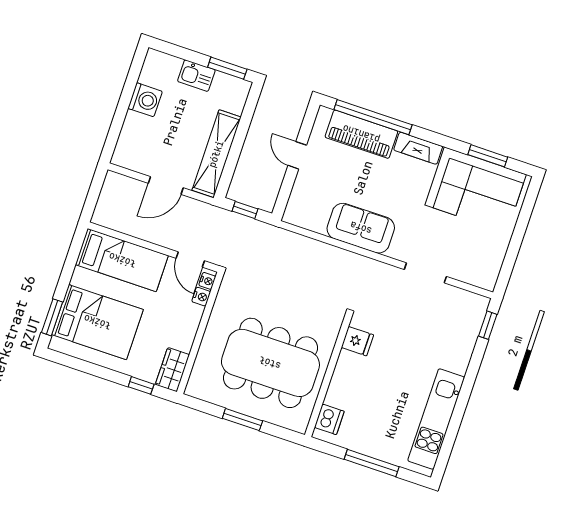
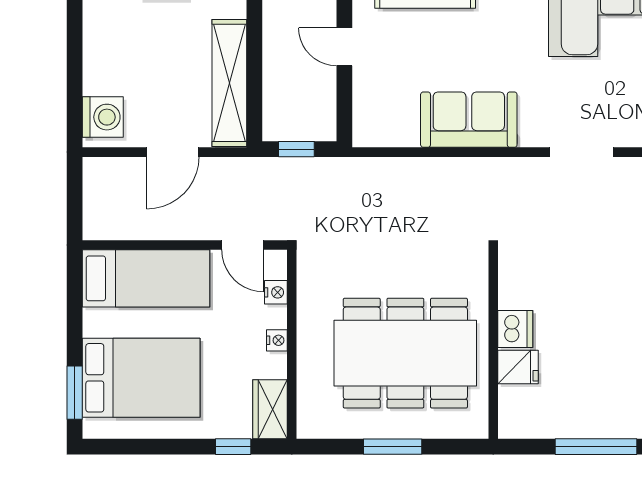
washing machine: (145, 100) -> (103, 117), moved
nightstand: (207, 281) -> (277, 340), moved
fridge: (357, 341) -> (518, 367), moved
dishwasher: (329, 419) -> (515, 329), moved

